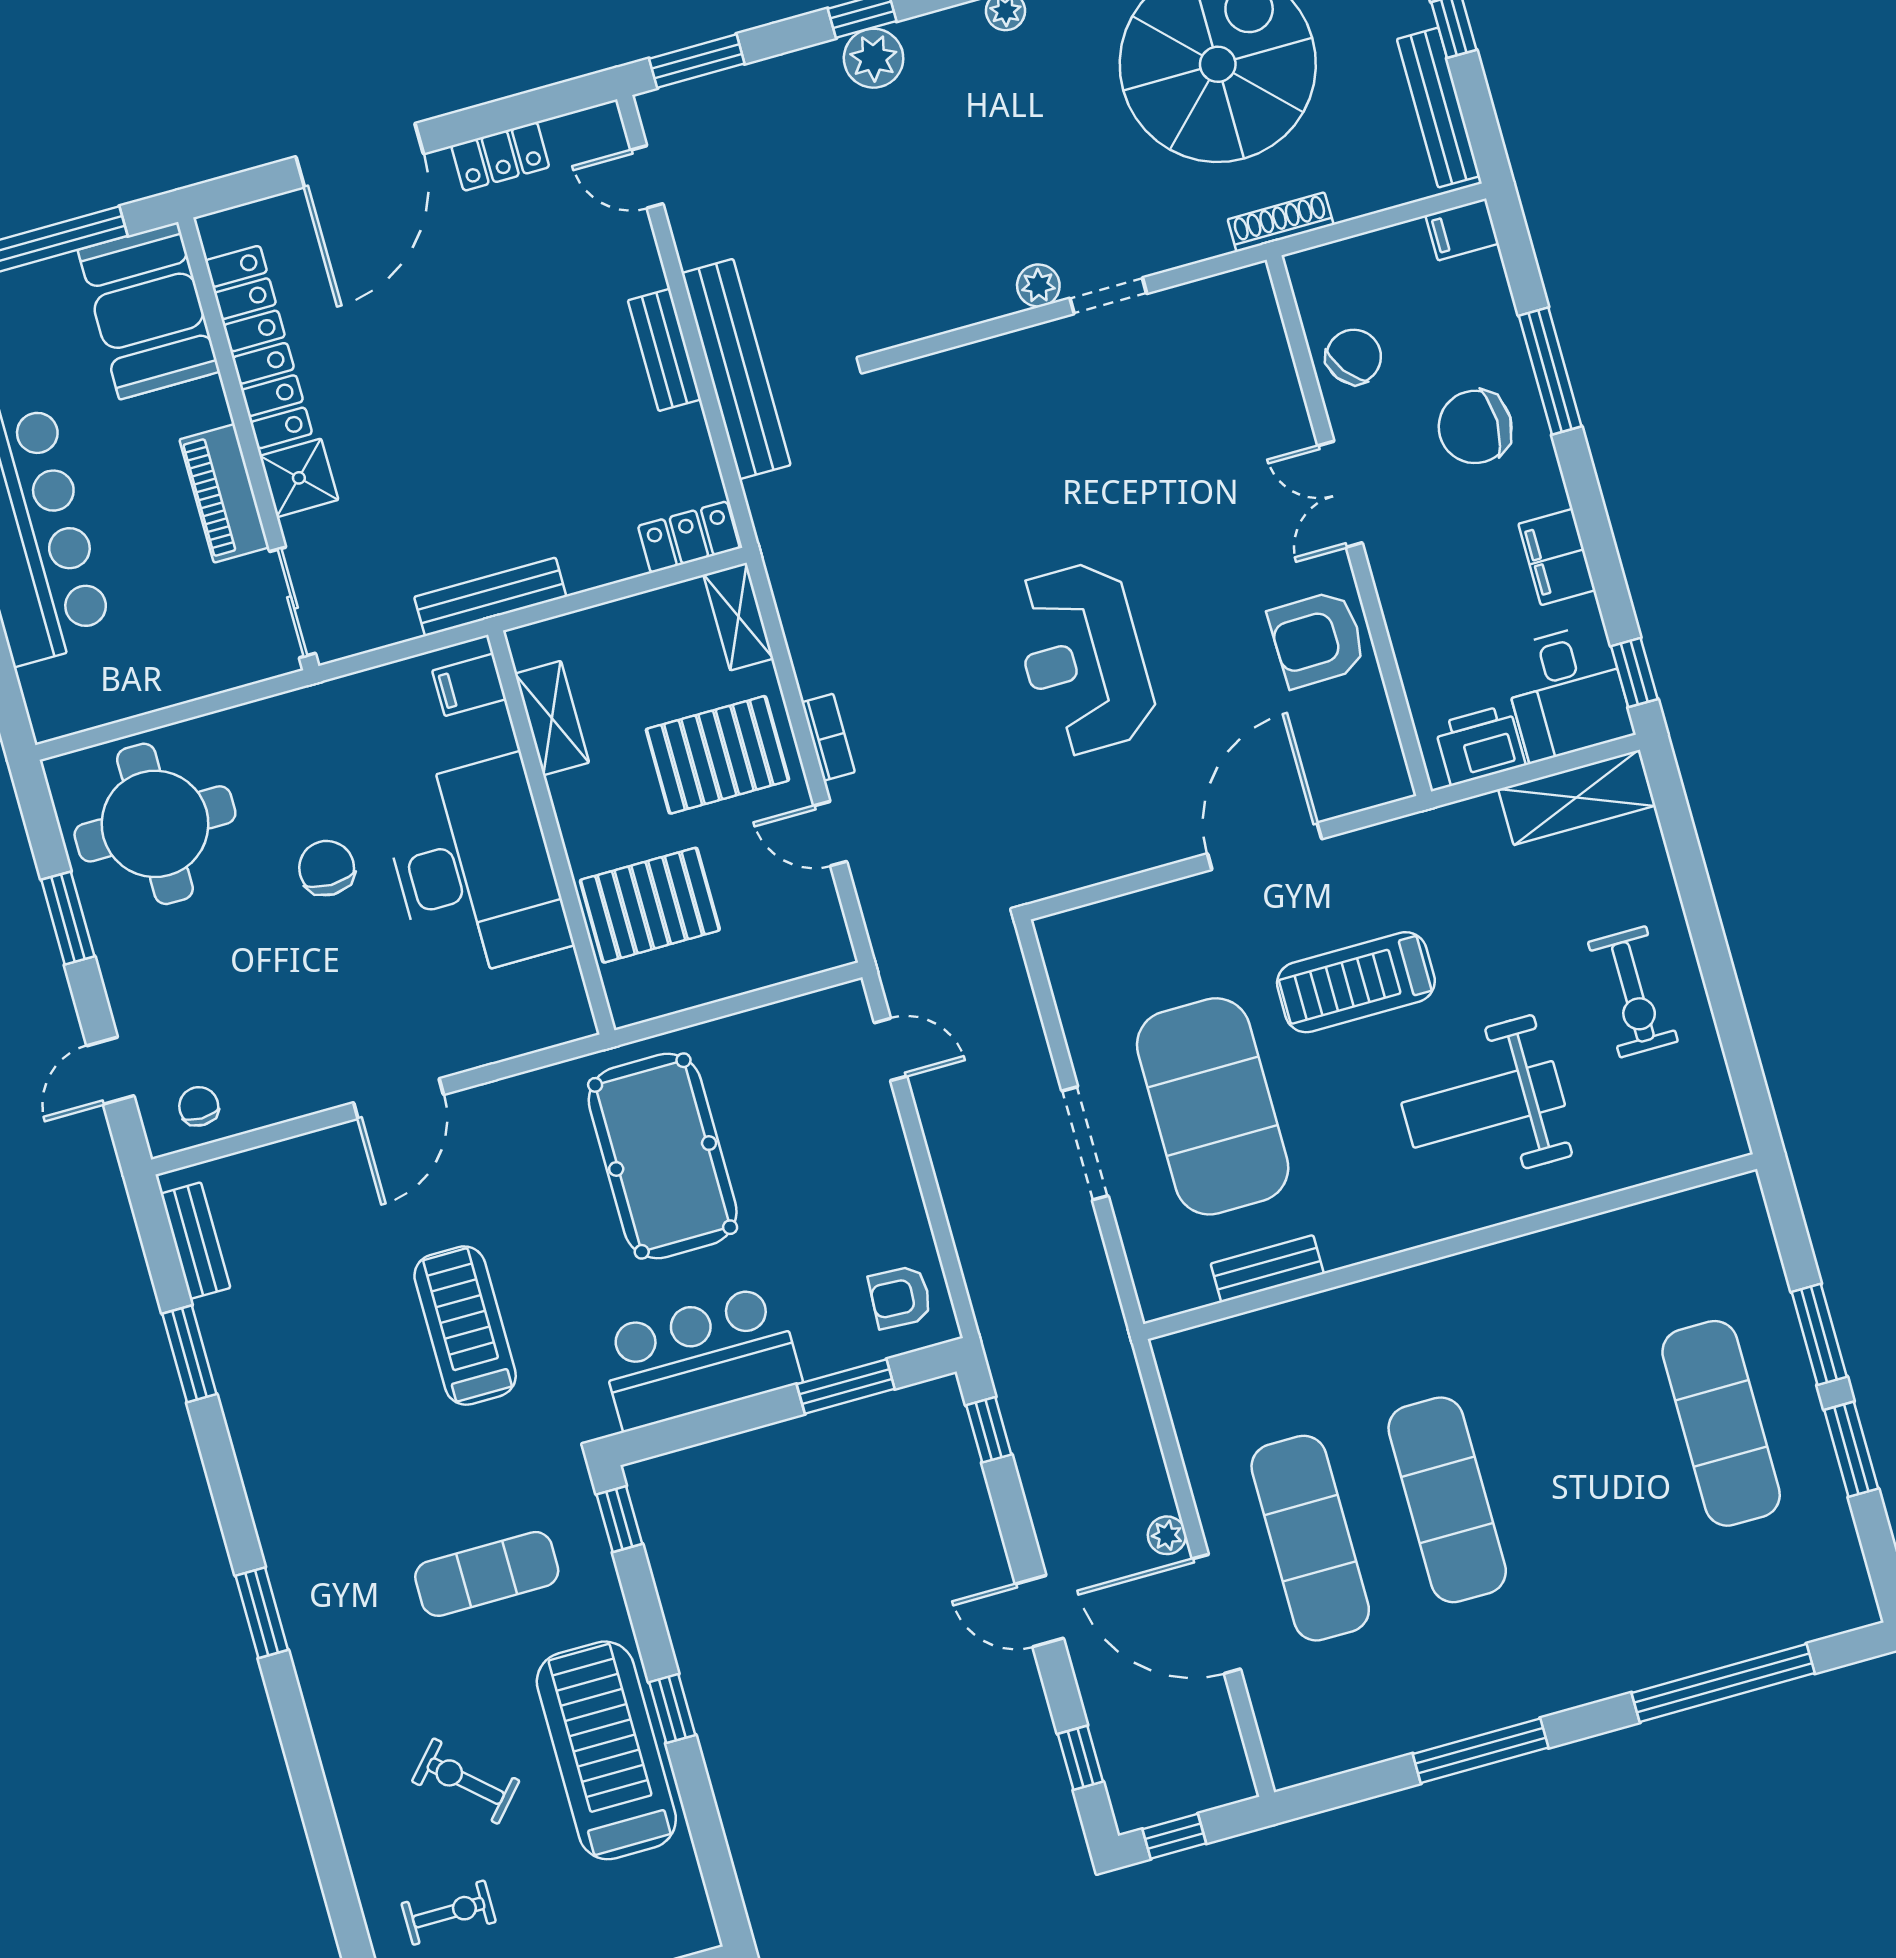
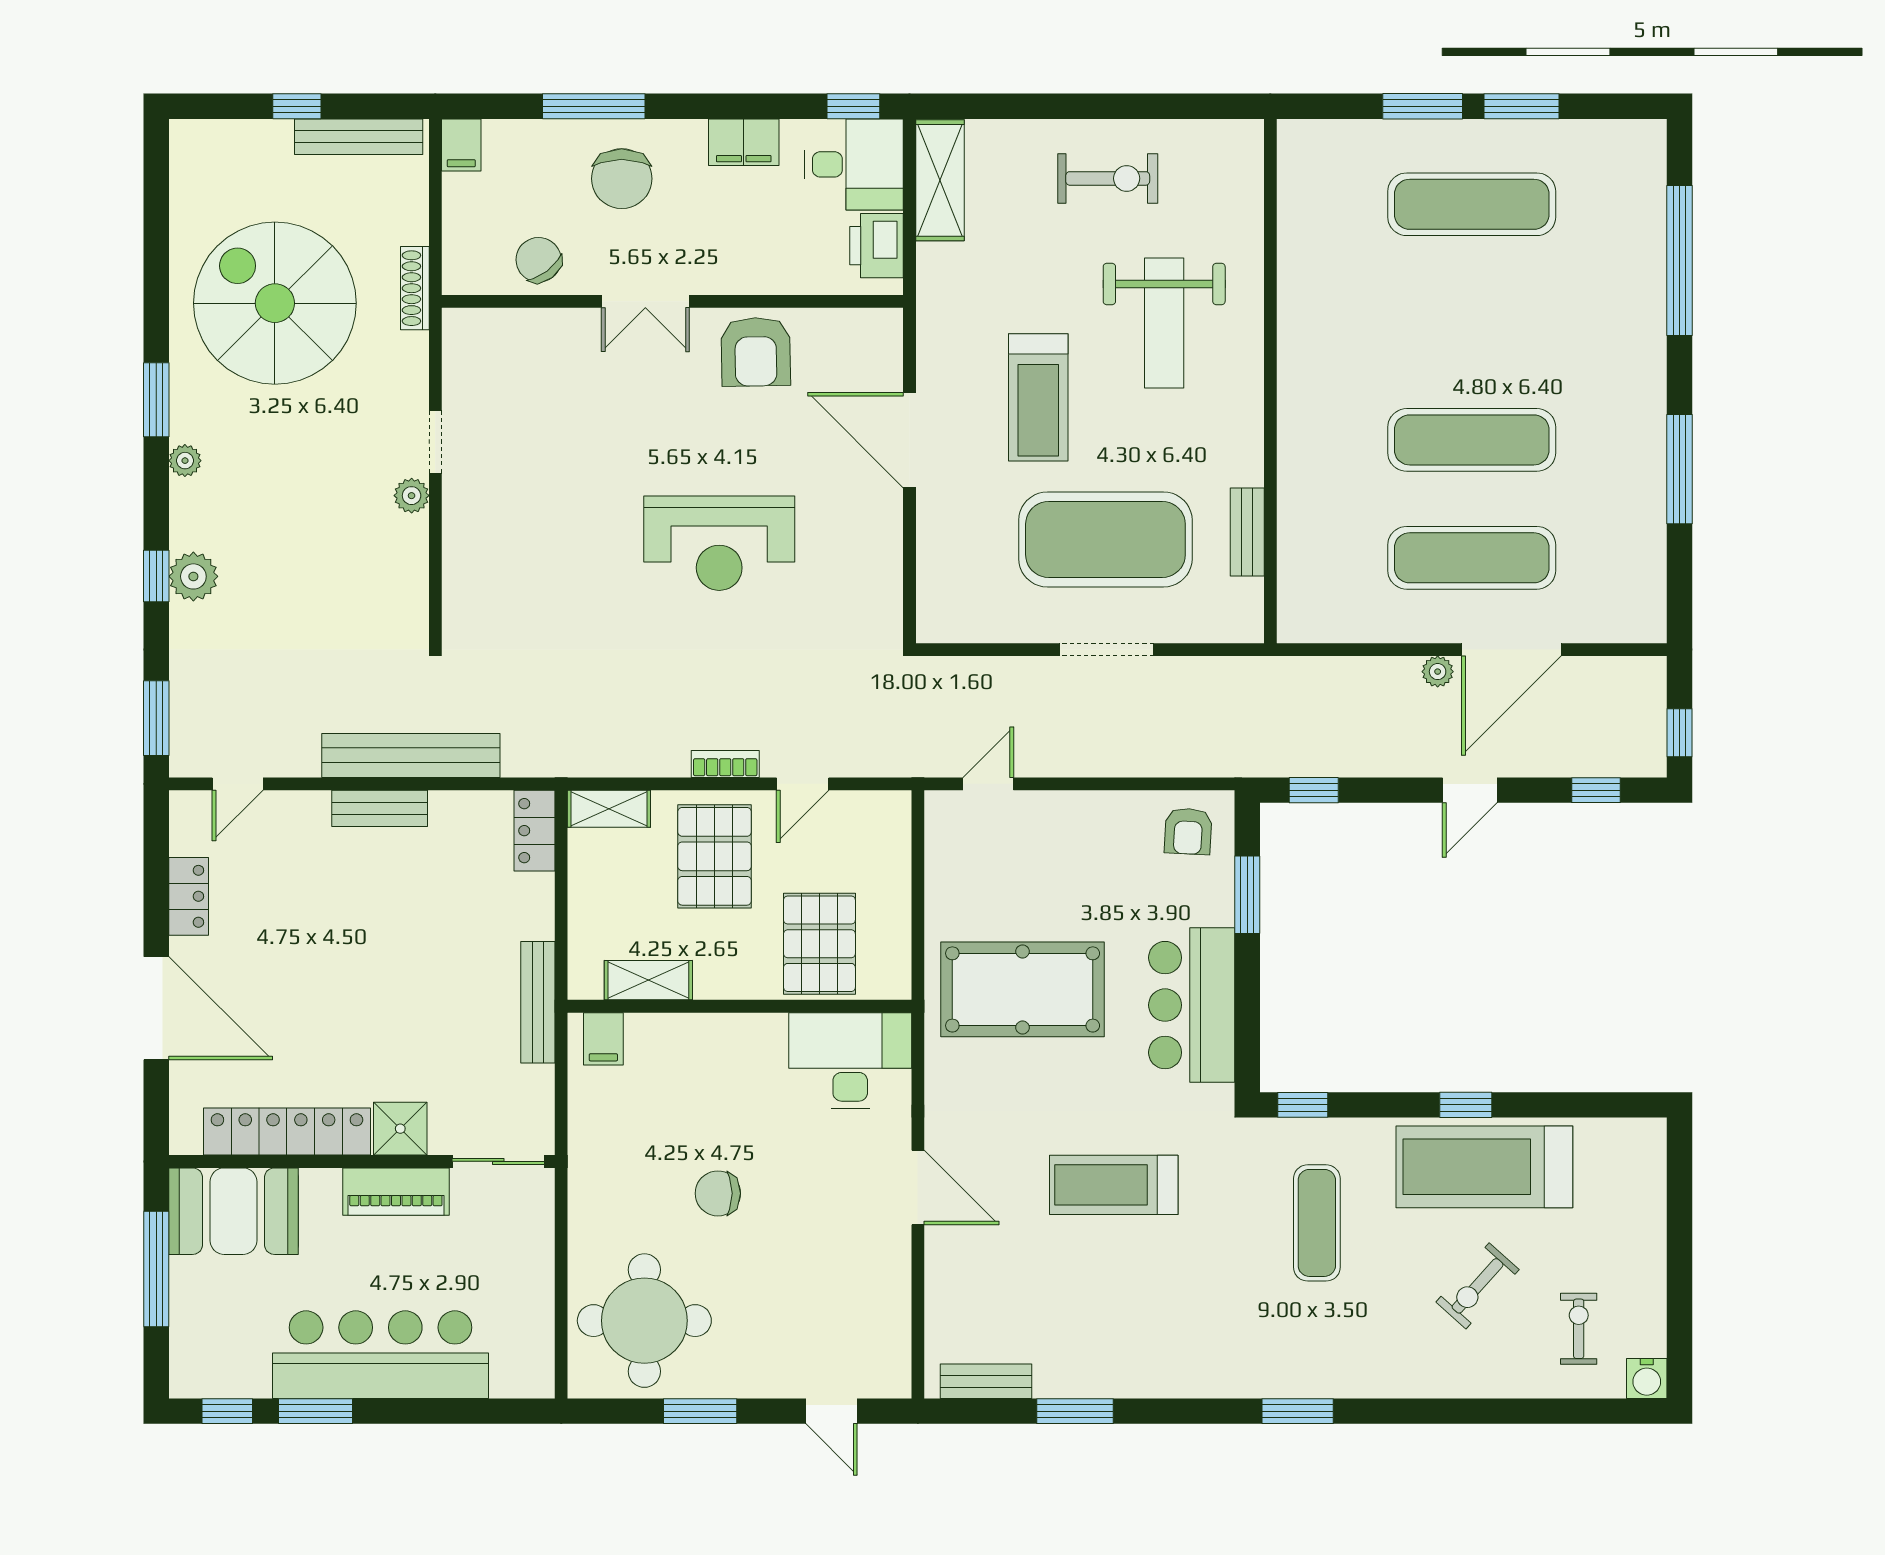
desk: (475, 868) -> (850, 1061), moved, width x0.73, depth x0.77
chair: (199, 1106) -> (880, 1349), removed

